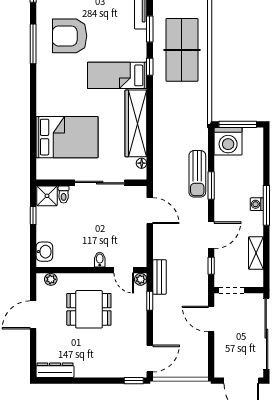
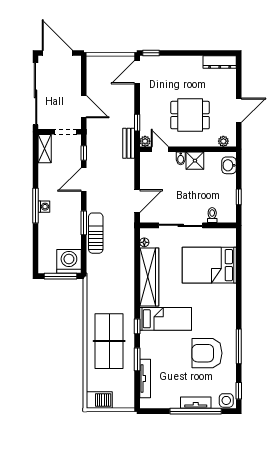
armchair: (70, 36) -> (207, 353), turned 180
shower: (47, 196) -> (195, 161), moved
door: (150, 211) -> (137, 201), swing flipped
shelving: (256, 253) -> (45, 149), moved

